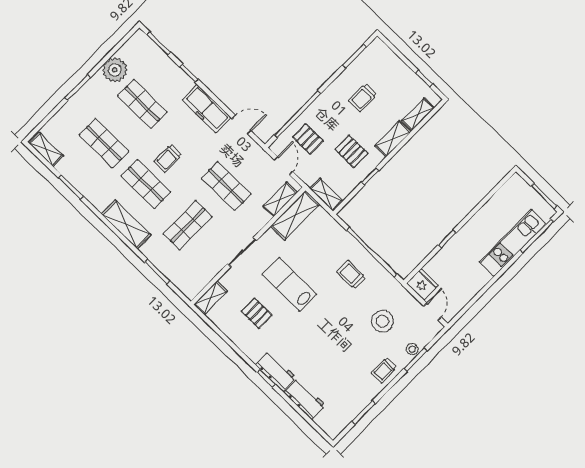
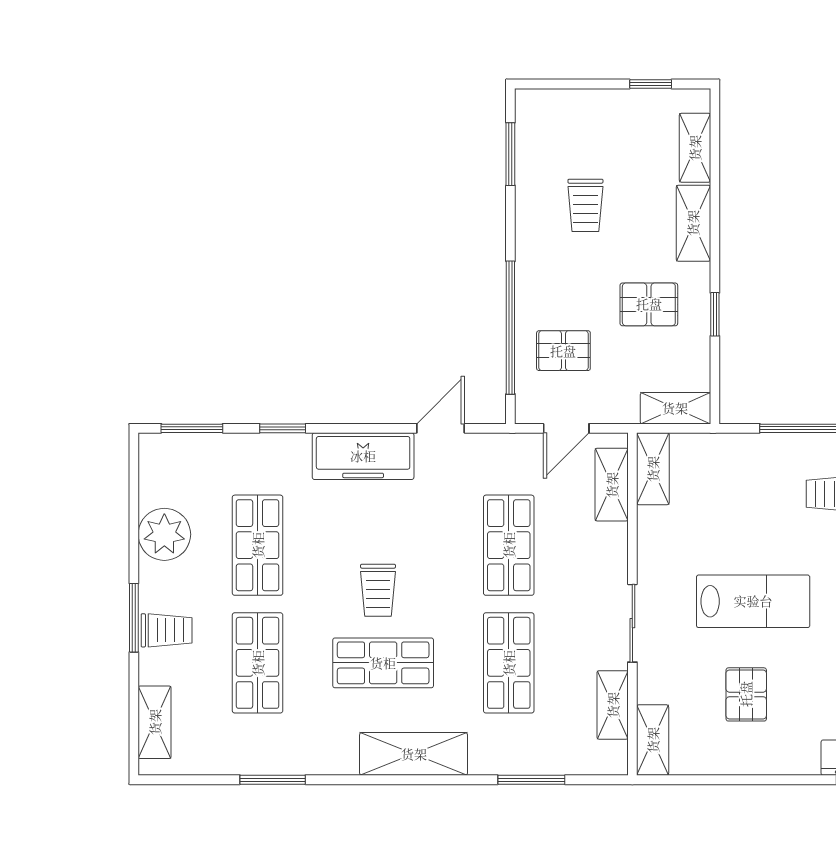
trolley: (84, 103) -> (167, 630), added
shop shelf: (142, 104) -> (258, 545), turned 90
shop shelf: (104, 143) -> (258, 663), turned 90
shelving: (46, 149) -> (155, 722), moved, turned 90
door: (283, 166) -> (566, 428), swing flipped
shop shelf: (226, 186) -> (509, 545), turned 90
shelving: (295, 215) -> (653, 469), width x0.67, depth x0.75
shelving: (209, 273) -> (613, 705), added
lab bench: (289, 284) -> (753, 601), turned 180
pallet: (257, 313) -> (746, 694), turned 90

